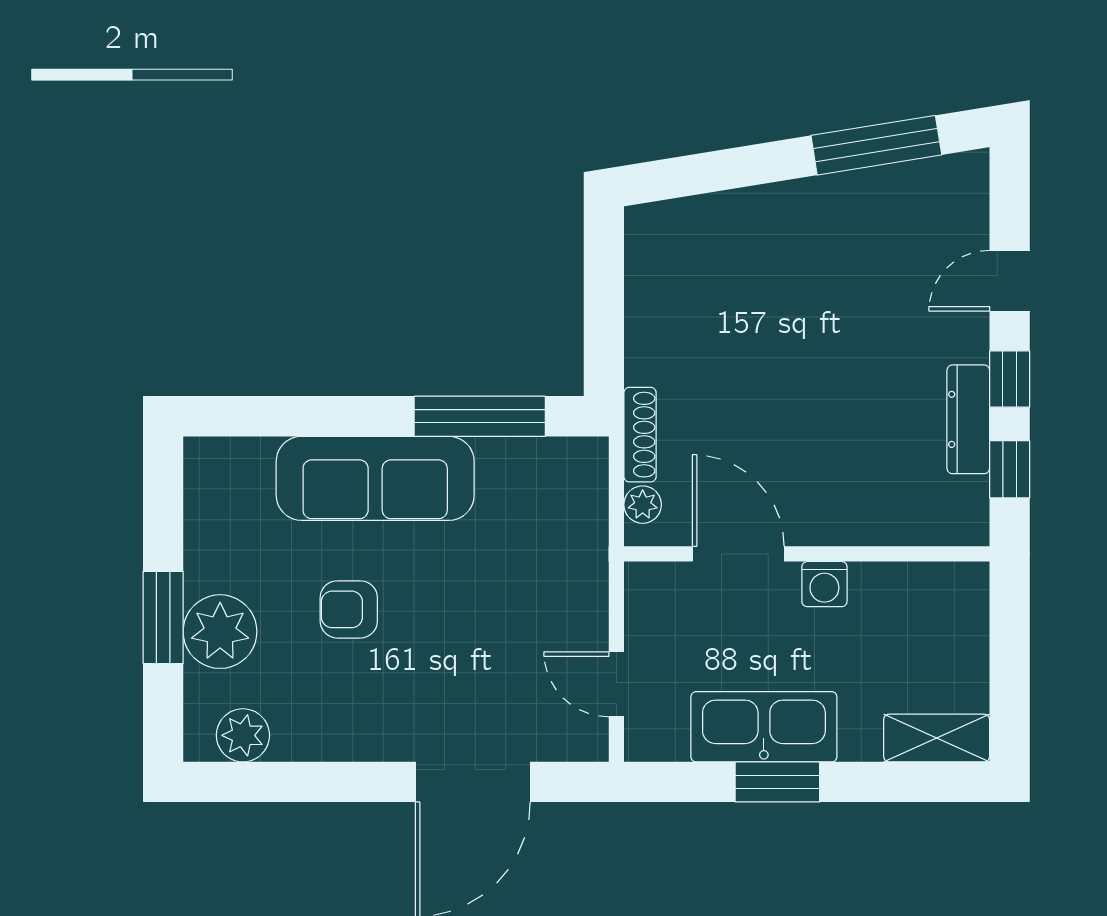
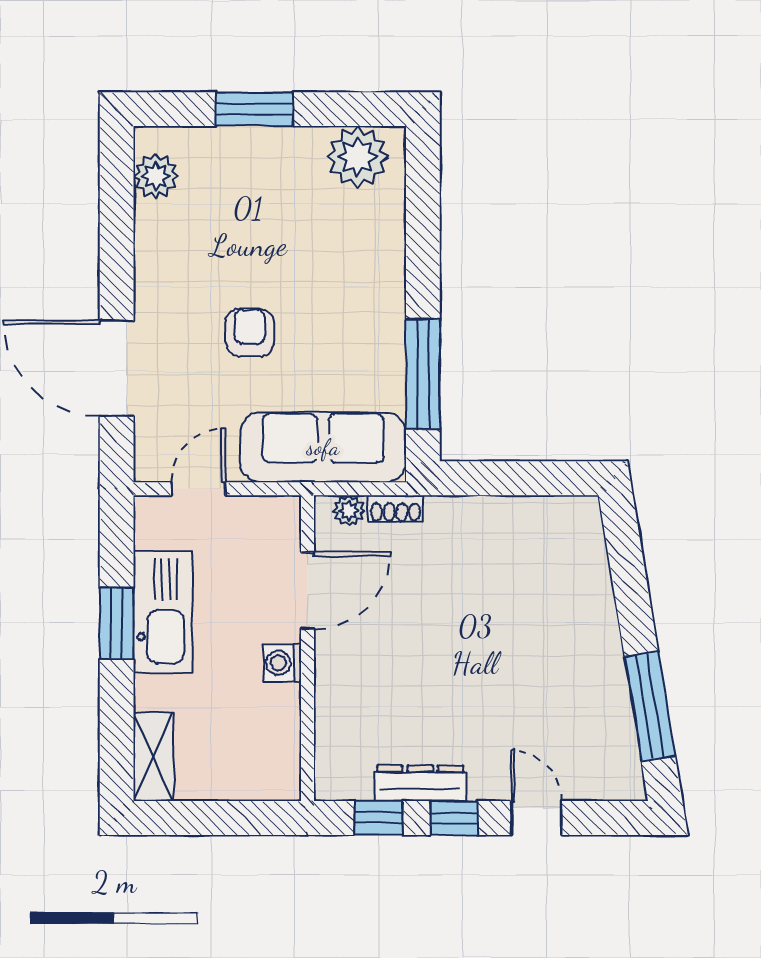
shoe rack: (640, 435) -> (396, 508), width x0.70
sofa: (375, 478) -> (323, 447), moved, turned 90
armchair: (349, 609) -> (250, 333), moved
plant: (220, 632) -> (358, 157), moved

